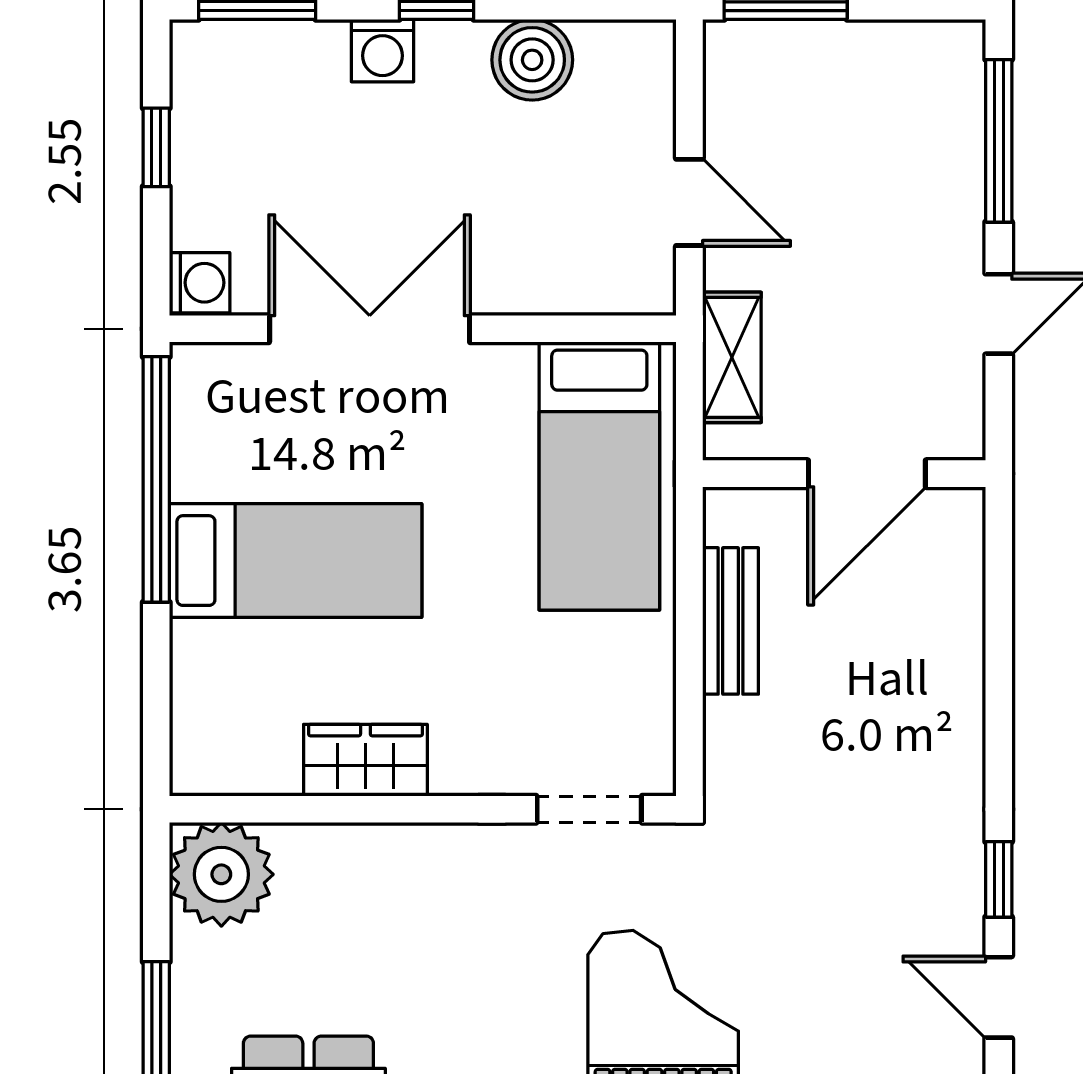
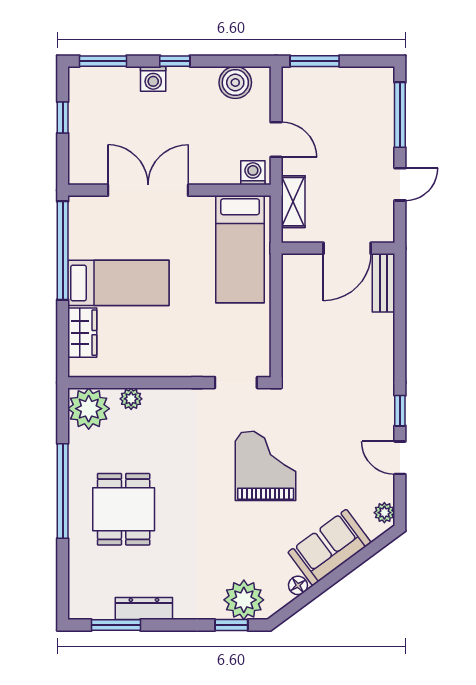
boiler: (532, 60) -> (235, 83), moved
washing machine: (200, 283) -> (253, 173), moved, turned -90
bench: (730, 621) -> (383, 283), moved
wardrobe: (365, 760) -> (82, 333), moved, turned 90
plant: (327, 850) -> (131, 399), added

